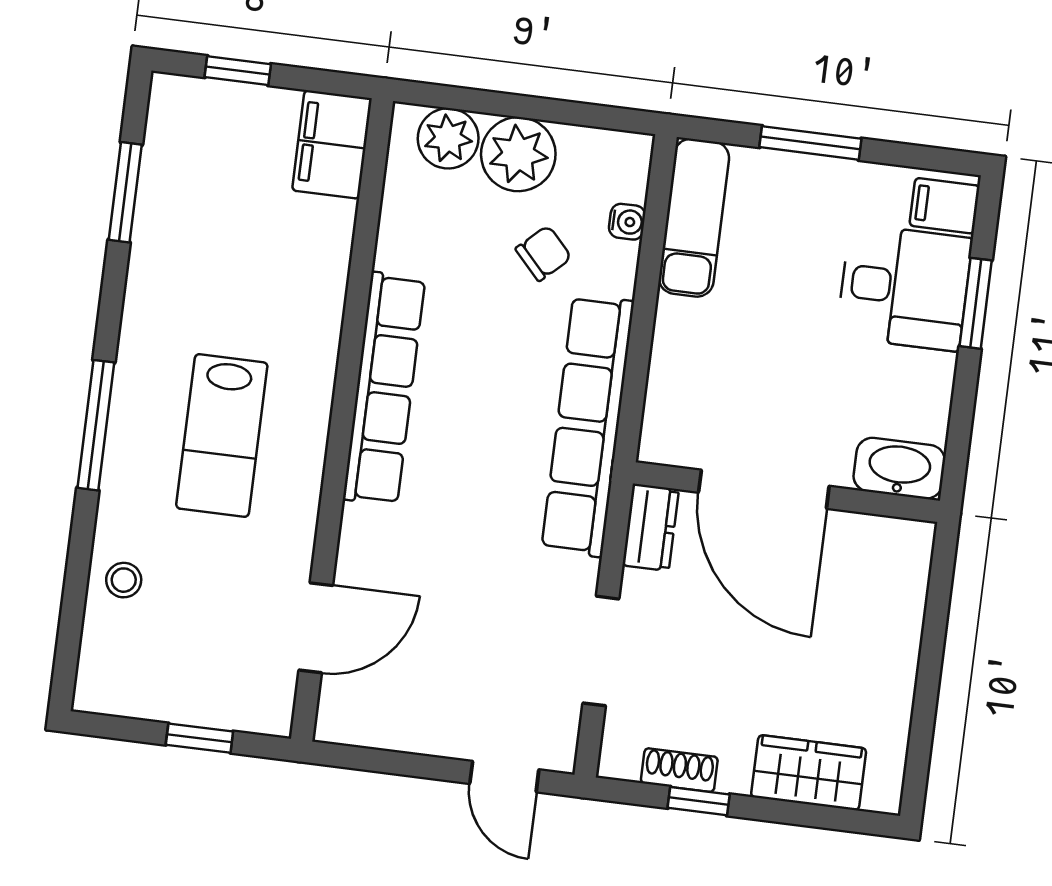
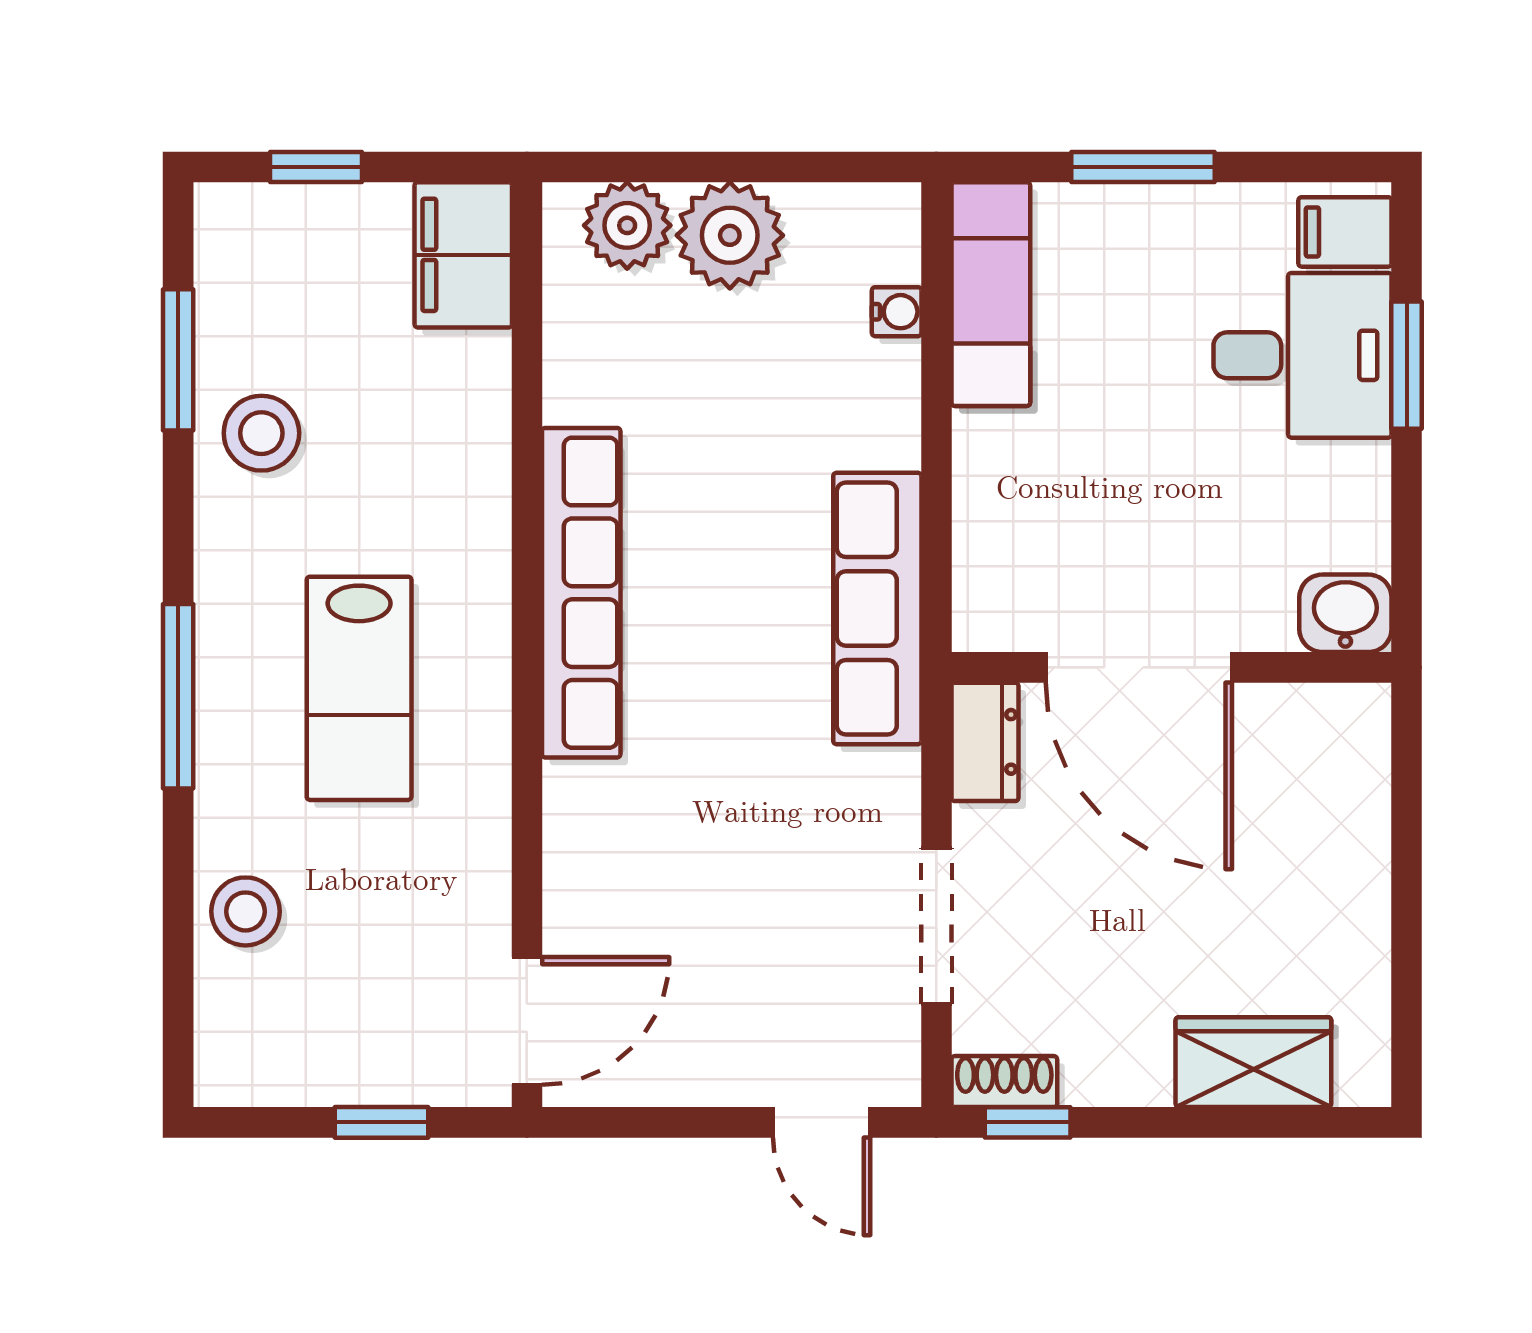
stool: (177, 250) -> (261, 433), added
chair: (544, 253) -> (784, 372), removed
row of seats: (588, 426) -> (877, 609), width x0.73
washbasin: (899, 468) -> (1345, 613), width x0.72
stool: (124, 580) -> (245, 911), width x1.37, depth x1.37
door: (316, 628) -> (527, 1021), moved
shoe rack: (679, 770) -> (1004, 1082), moved
window: (699, 801) -> (1028, 1122), moved

